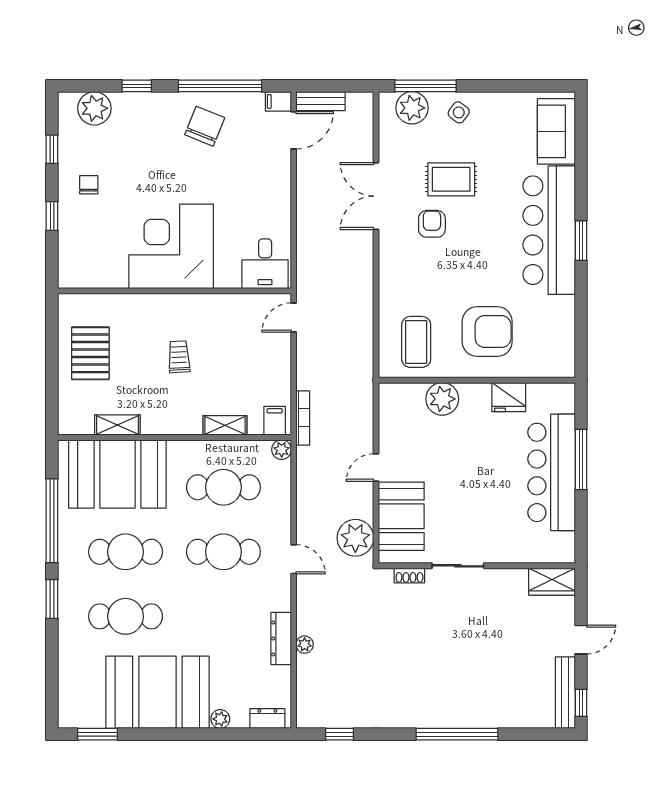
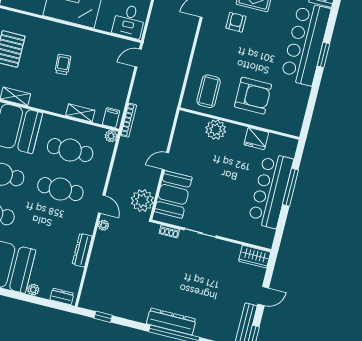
plant: (305, 645) -> (103, 225), moved
dresser: (447, 715) -> (171, 321), added

